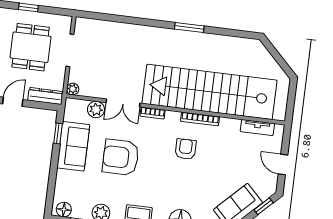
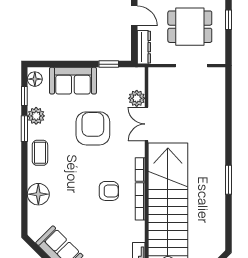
plant: (73, 89) -> (154, 73), removed
bookcase: (153, 113) -> (140, 170), moved
sofa: (73, 146) -> (73, 81), moved

